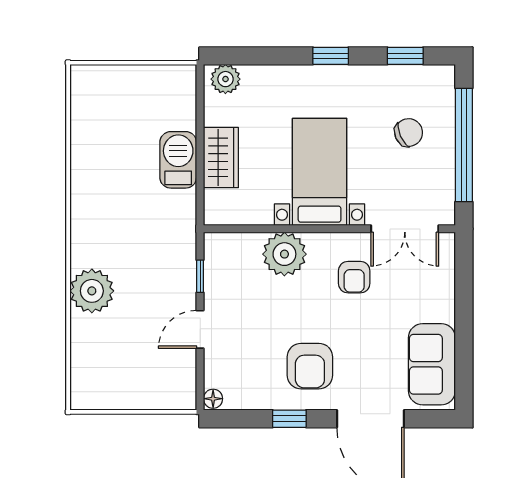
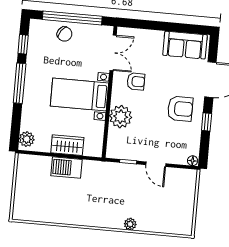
window: (331, 56) -> (20, 83), width x2.17
chair: (409, 133) -> (65, 34), moved, turned 149
plant: (92, 291) -> (130, 224), width x0.53, depth x0.53

